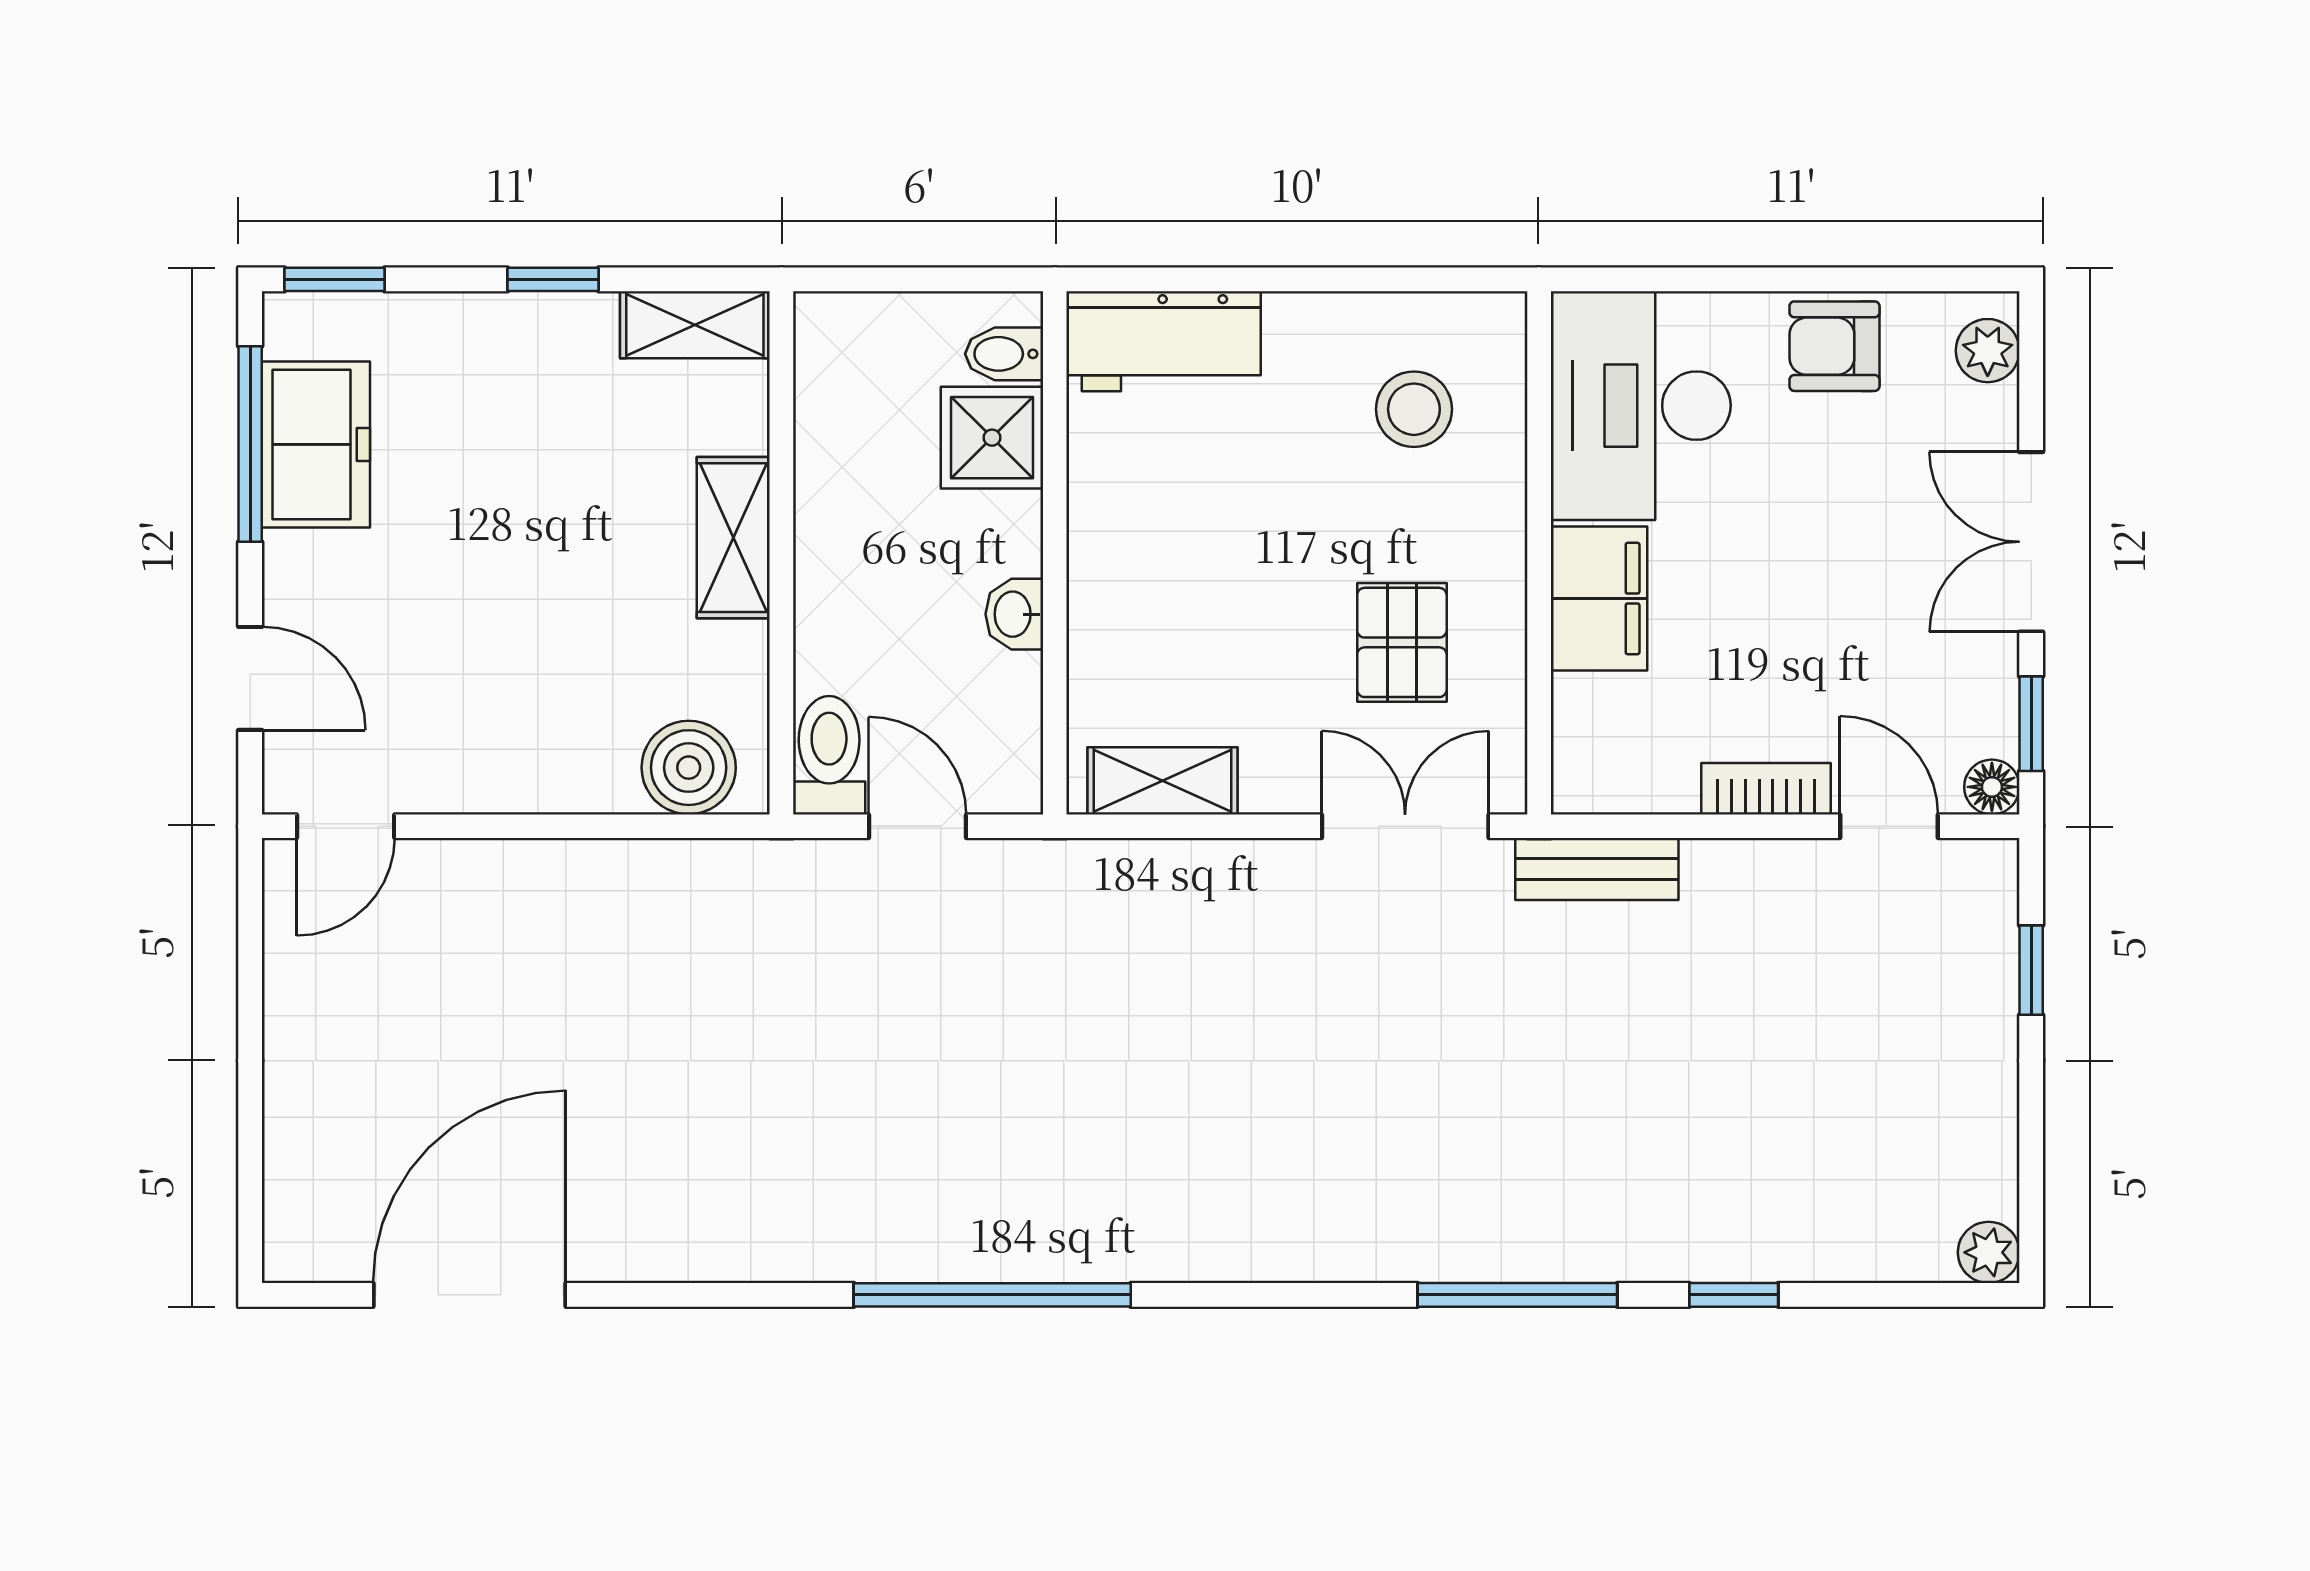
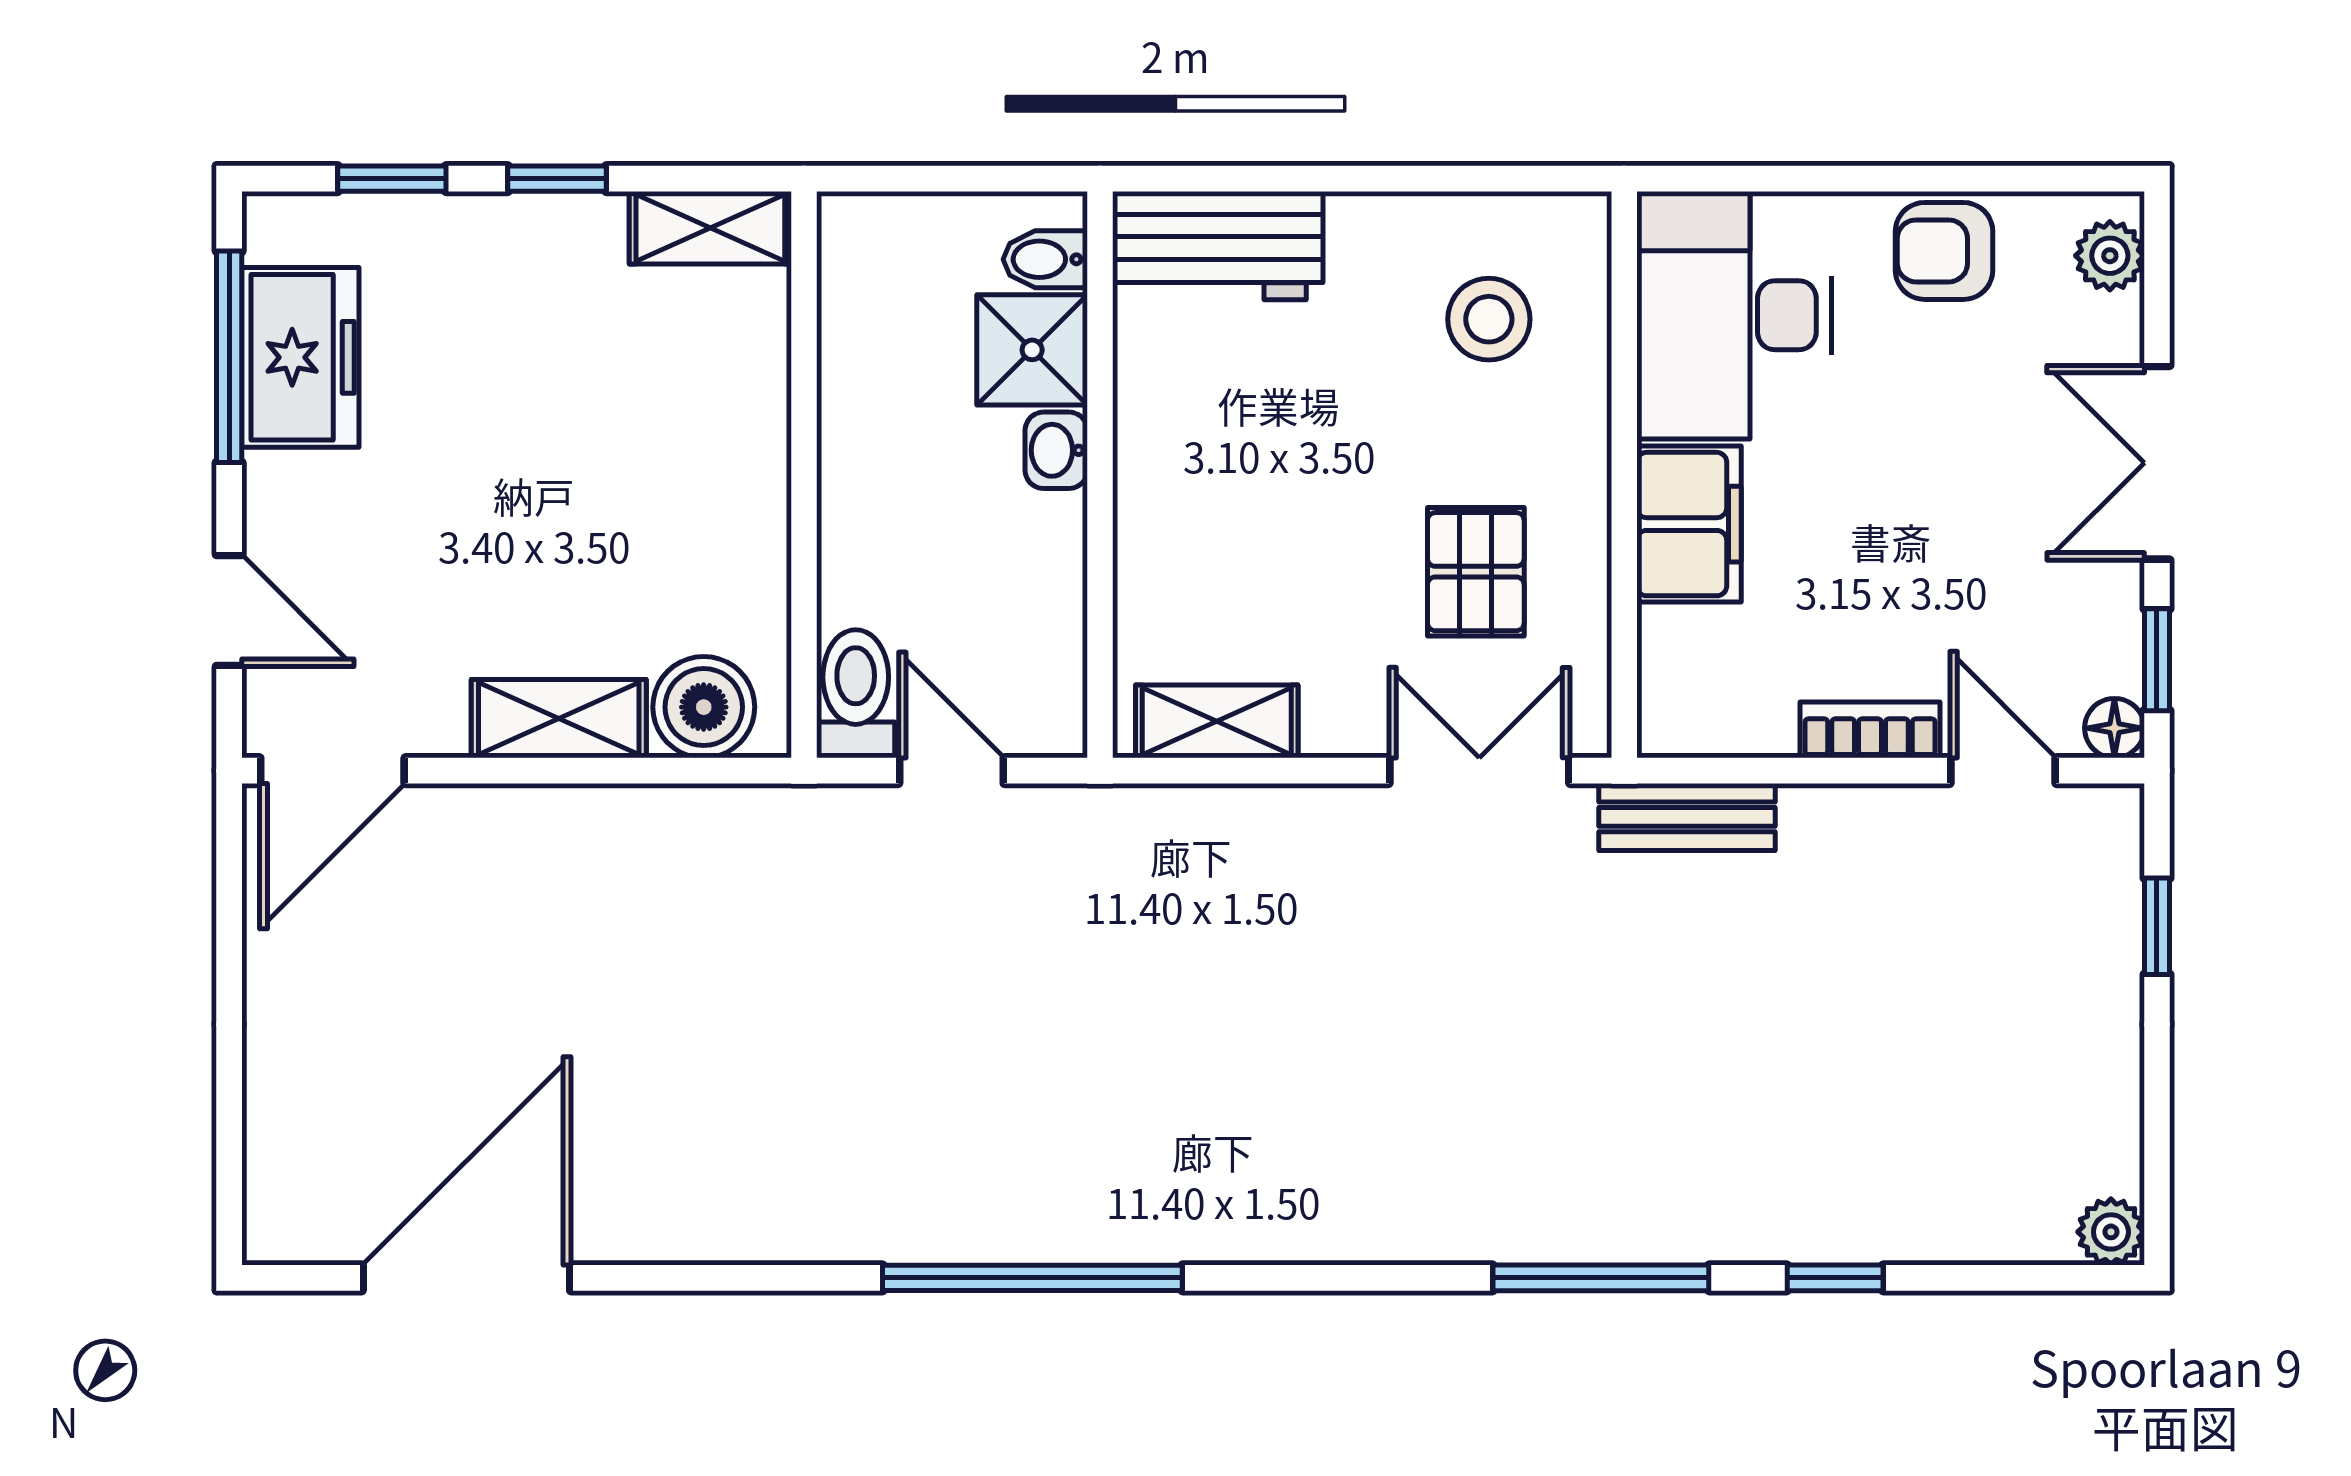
window: (335, 279) -> (392, 179), moved
shelving: (733, 538) -> (559, 719), moved, turned 90
washbasin: (1014, 614) -> (1056, 450), moved
door: (346, 826) -> (332, 771), width x1.38

